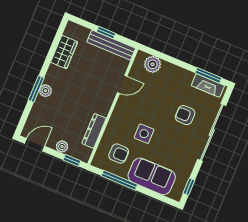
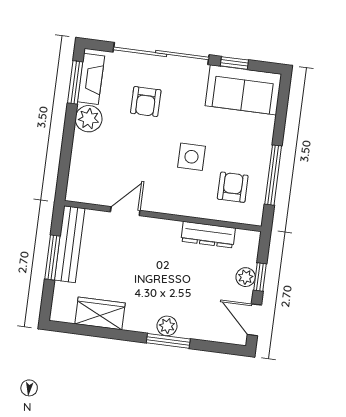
window: (106, 33) -> (52, 257), width x1.50
plant: (153, 64) -> (89, 119), moved
door: (122, 84) -> (125, 211), hinge flipped
window: (72, 160) -> (260, 277), moved
sofa: (152, 176) -> (243, 90), moved, turned -90
window: (189, 187) -> (234, 63), moved

